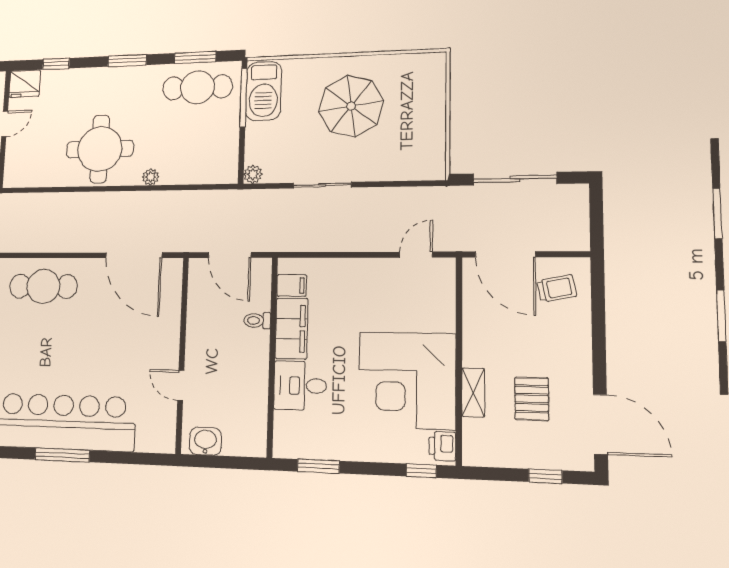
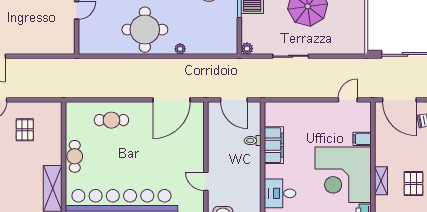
door: (134, 255) -> (172, 100), hinge flipped
filing cabinet: (292, 285) -> (362, 139), moved, turned 180
cafe table: (43, 286) -> (111, 120), width x0.73, depth x0.74
desk: (300, 386) -> (280, 193), moved

